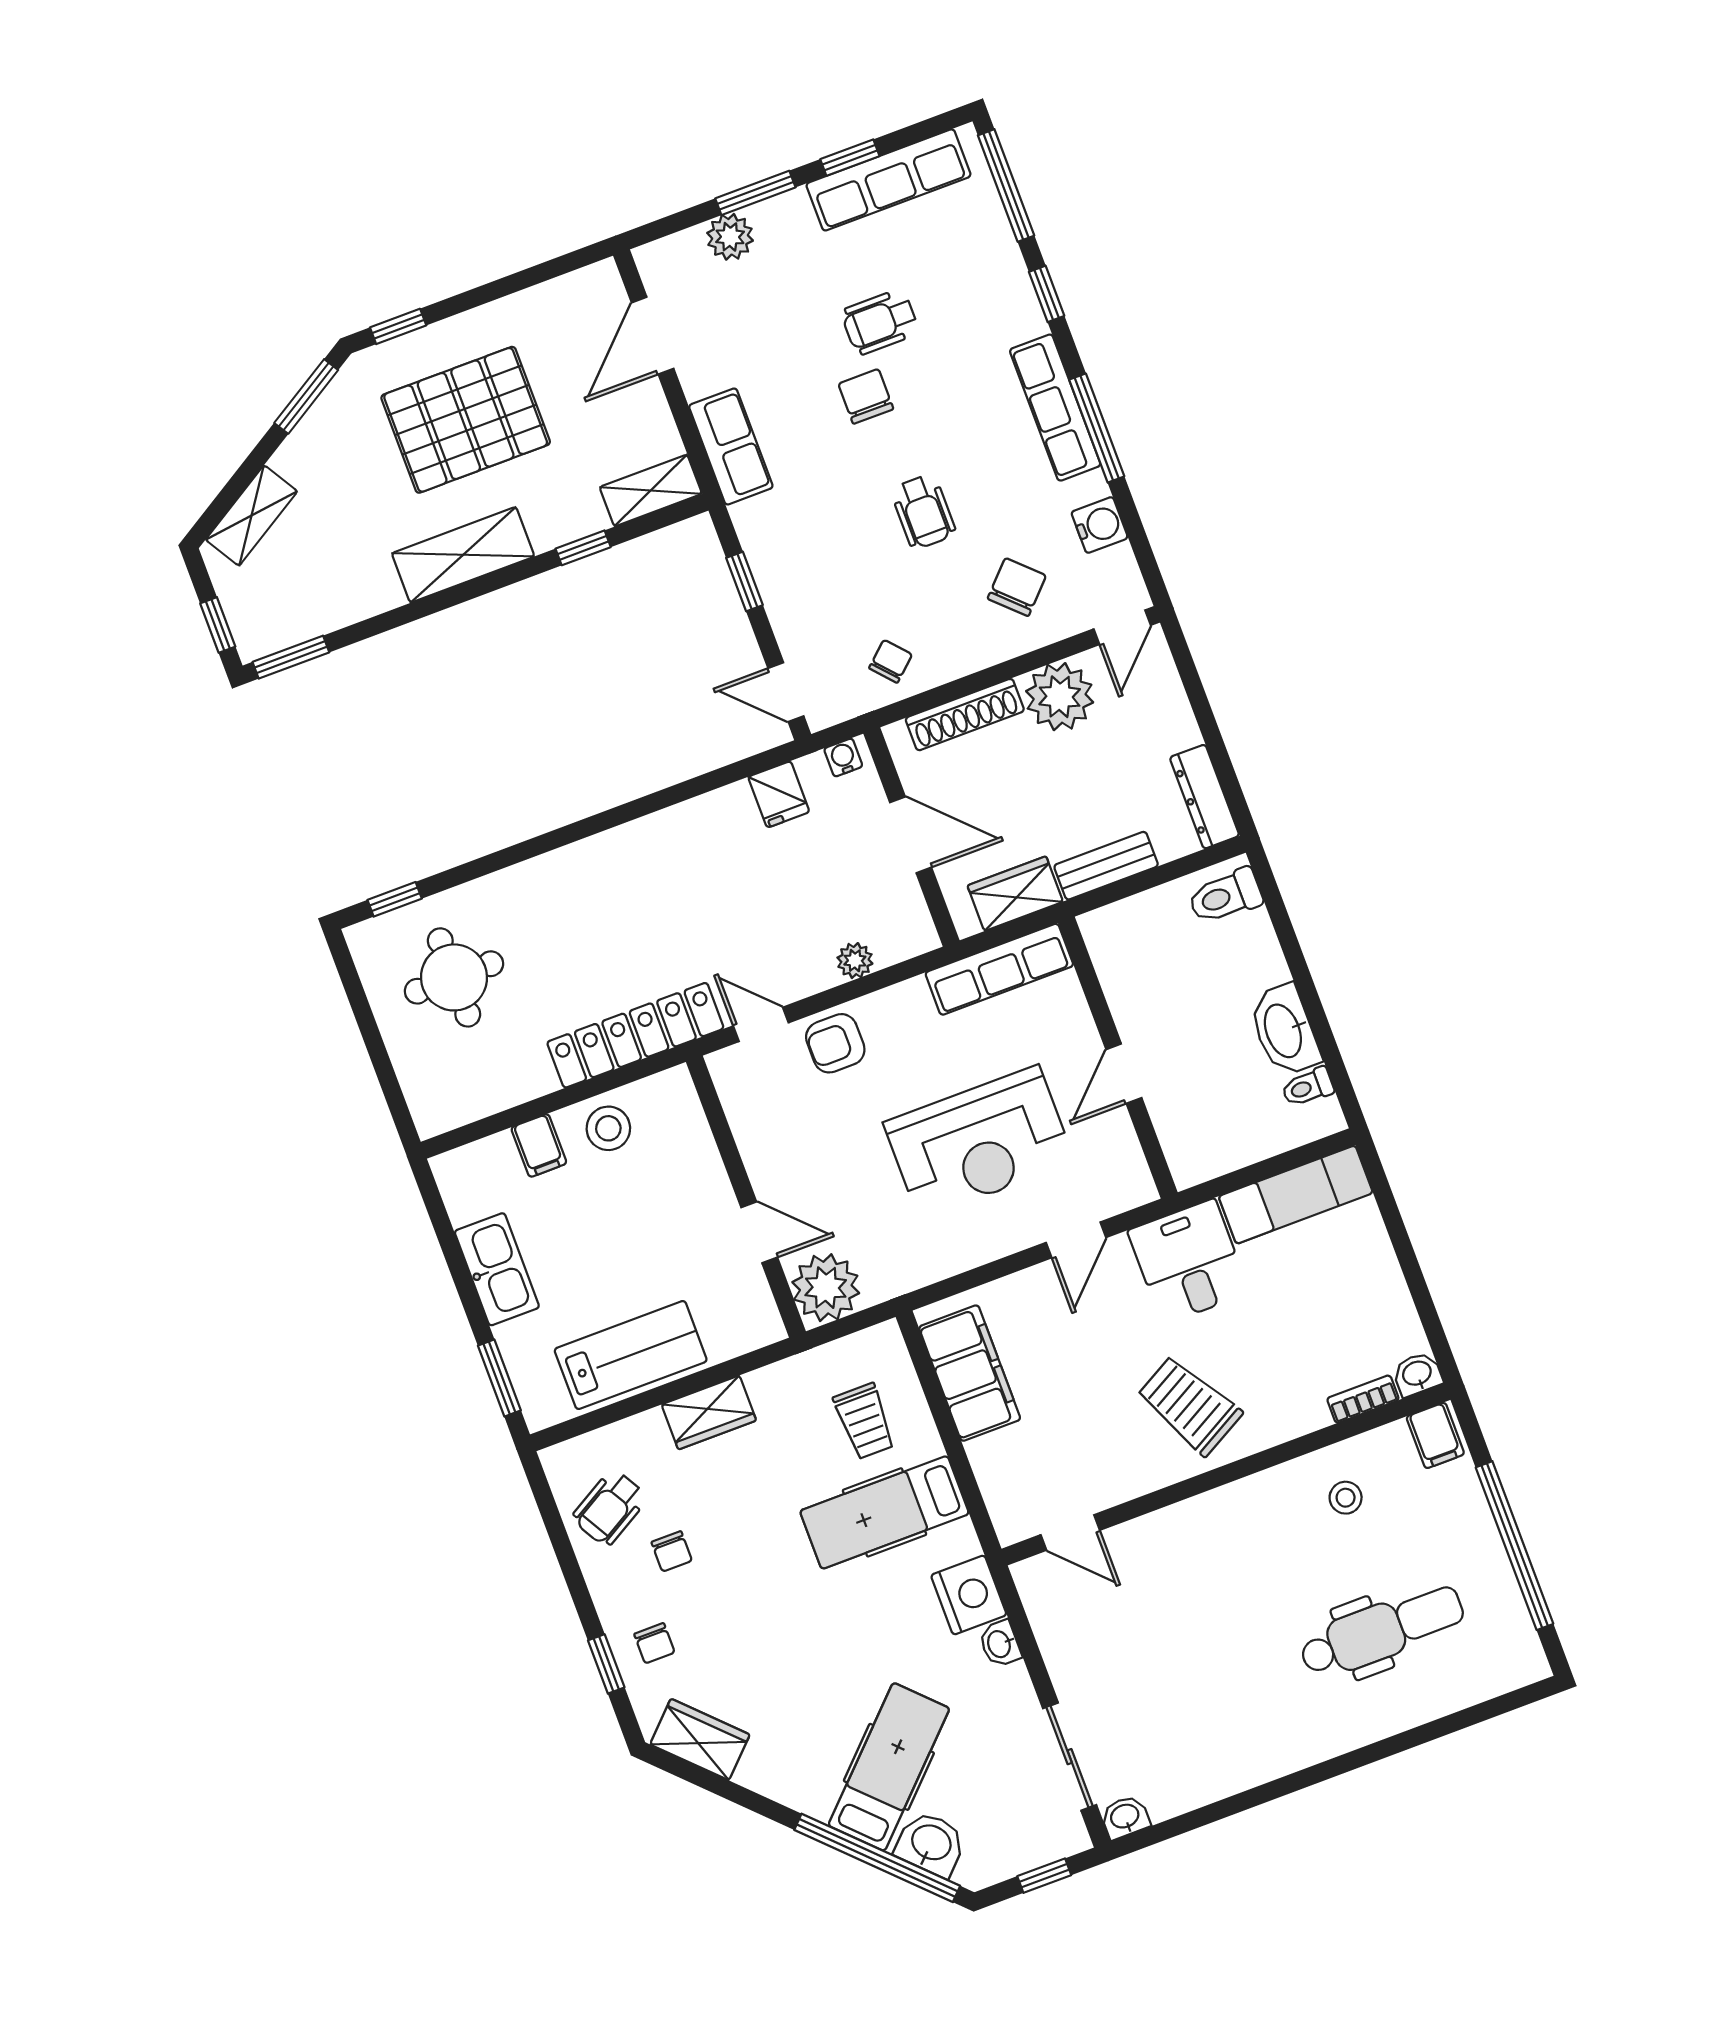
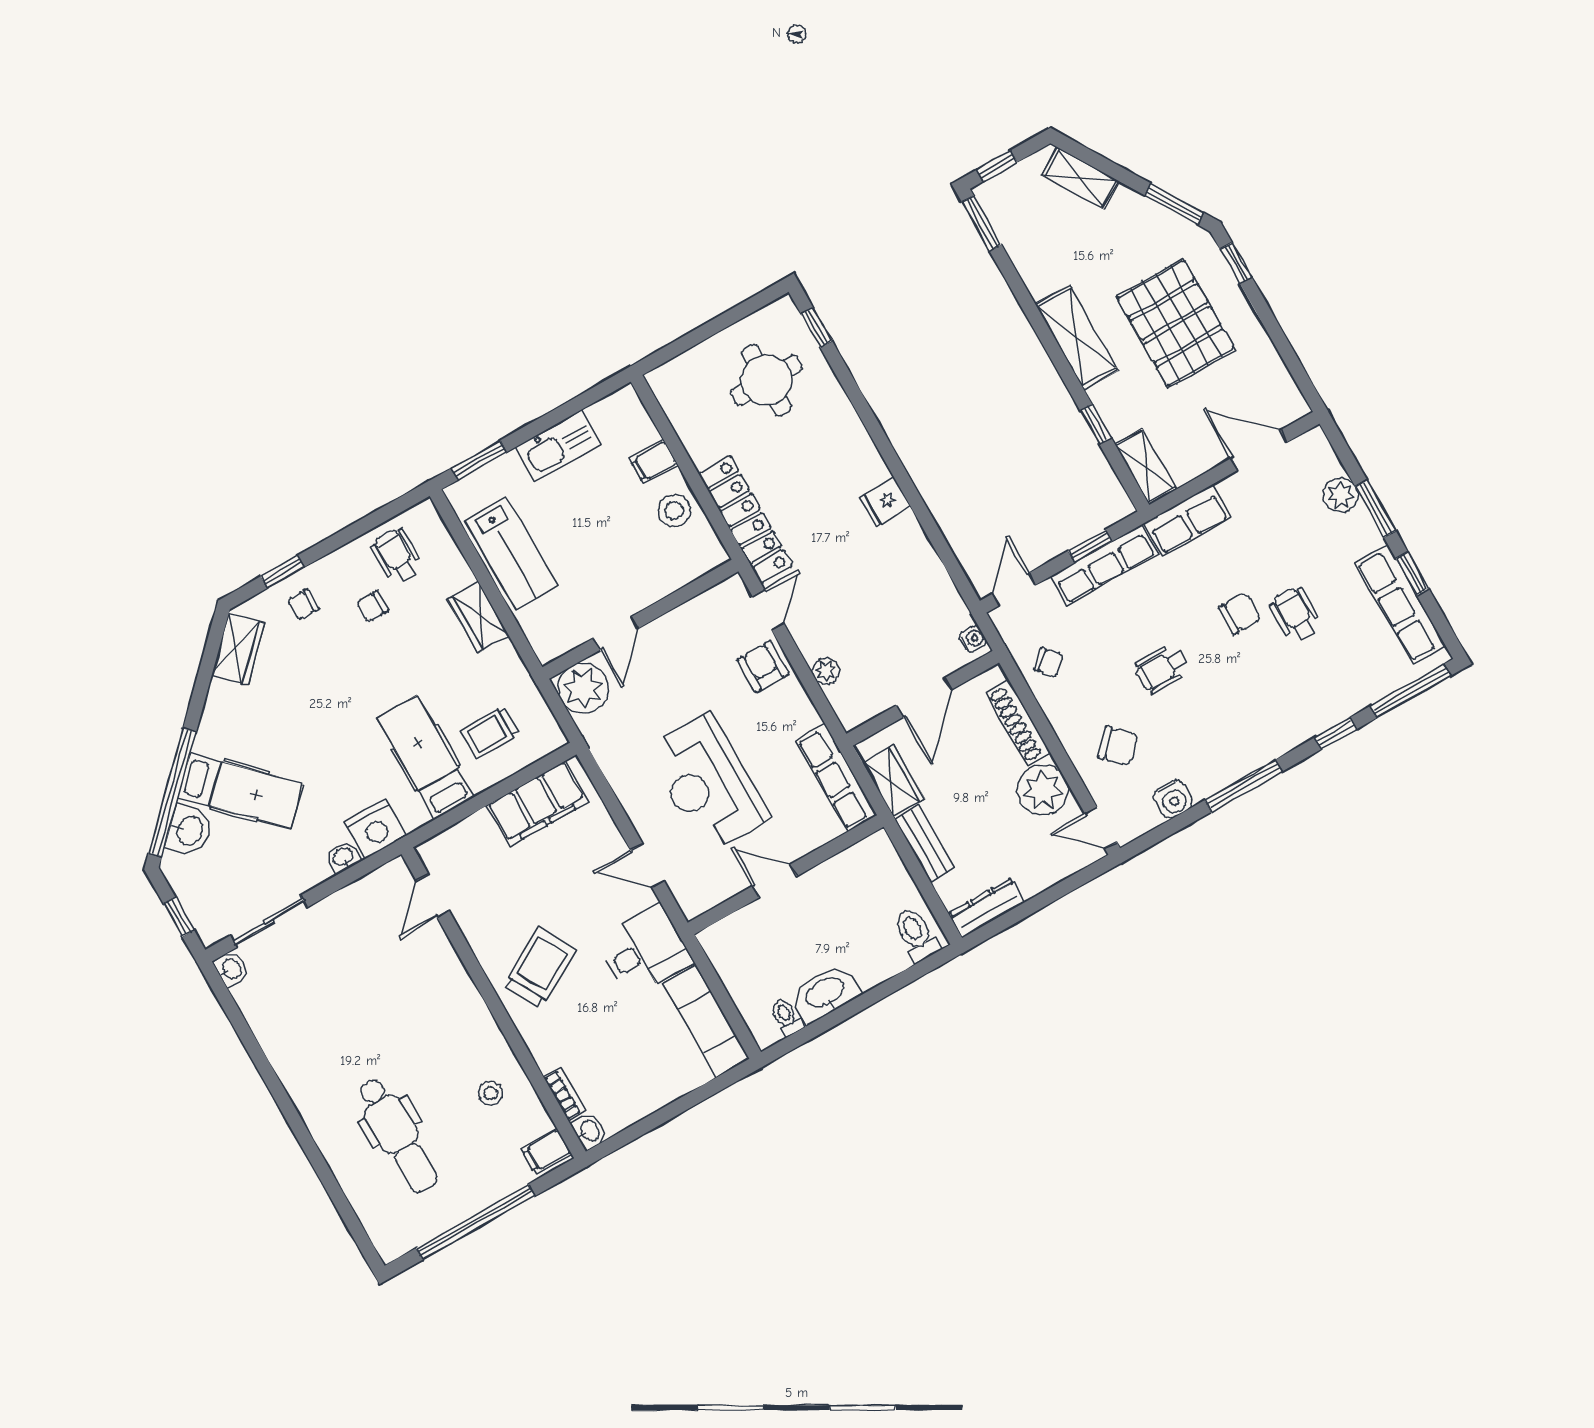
row of seats: (1055, 408) -> (1104, 565), moved, turned 180
fridge: (779, 794) -> (885, 502), moved
wheelchair: (610, 1508) -> (397, 556), turned 30

